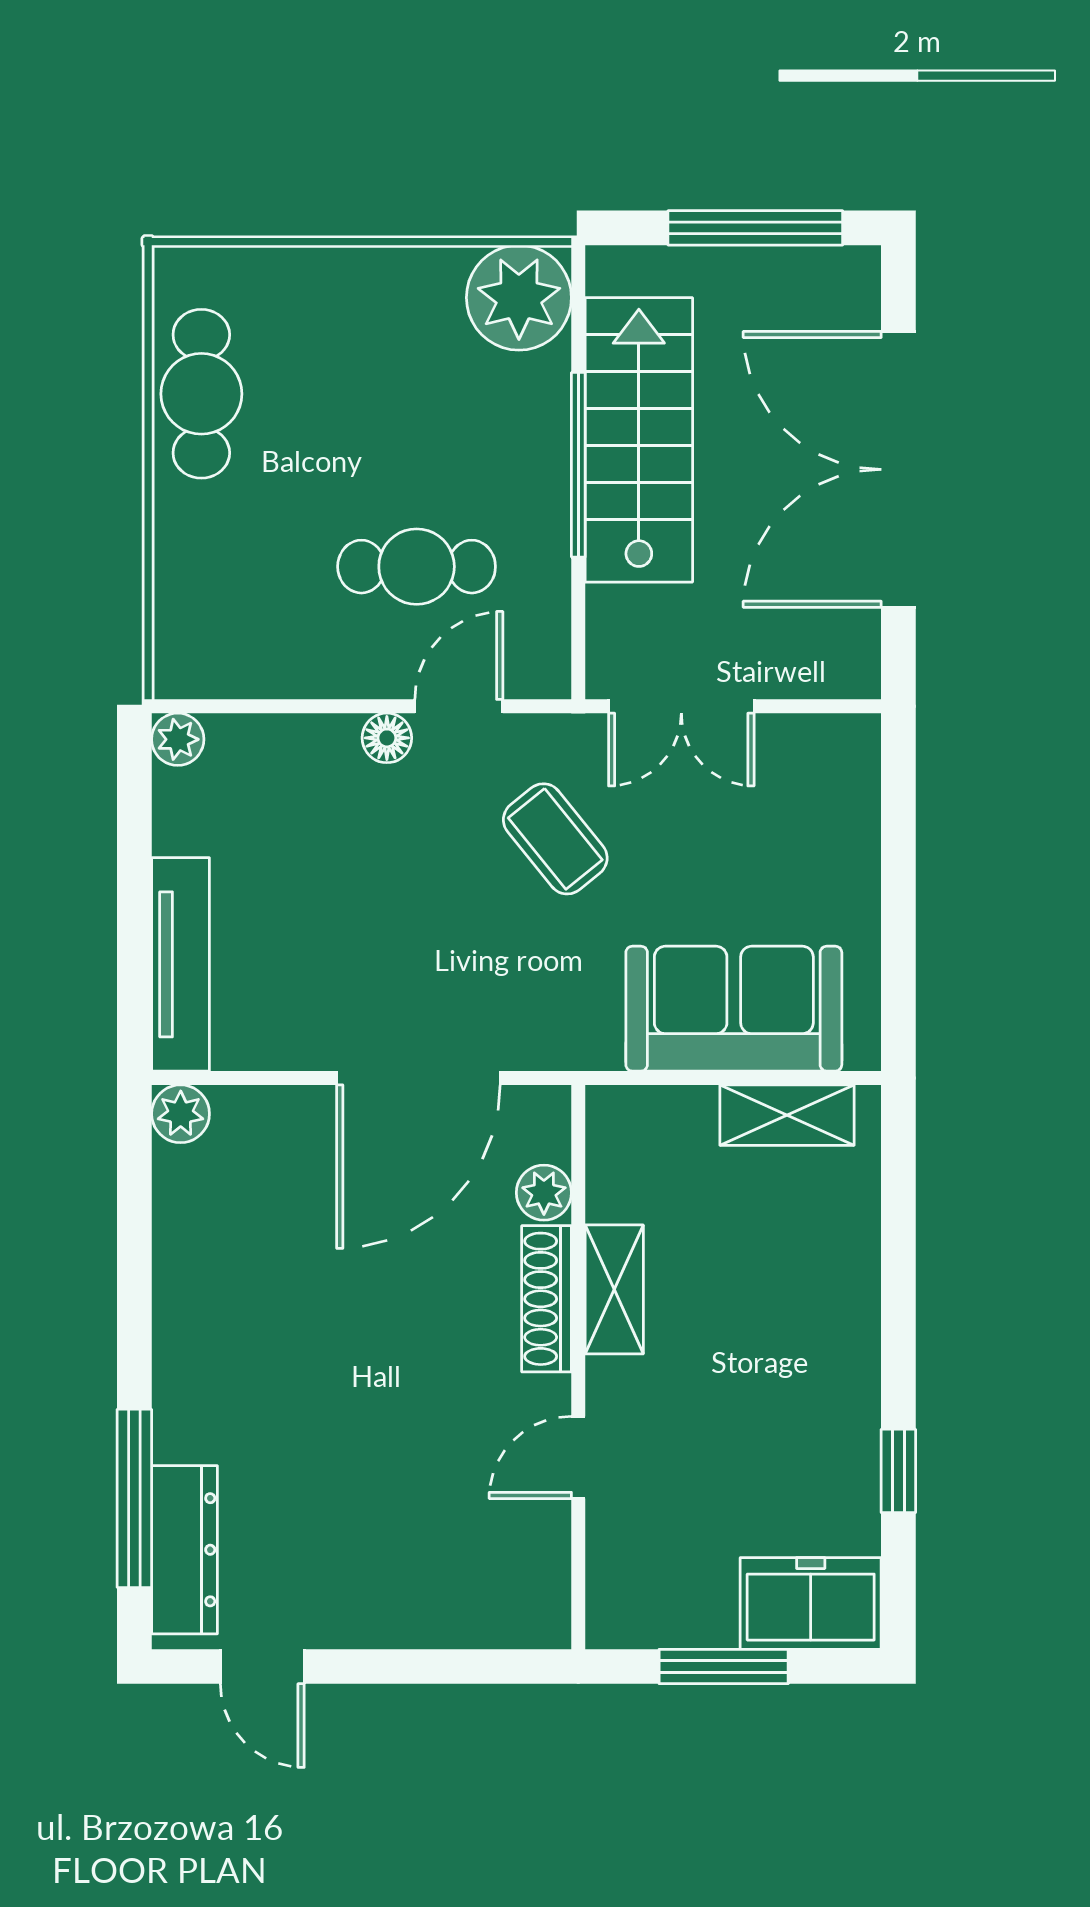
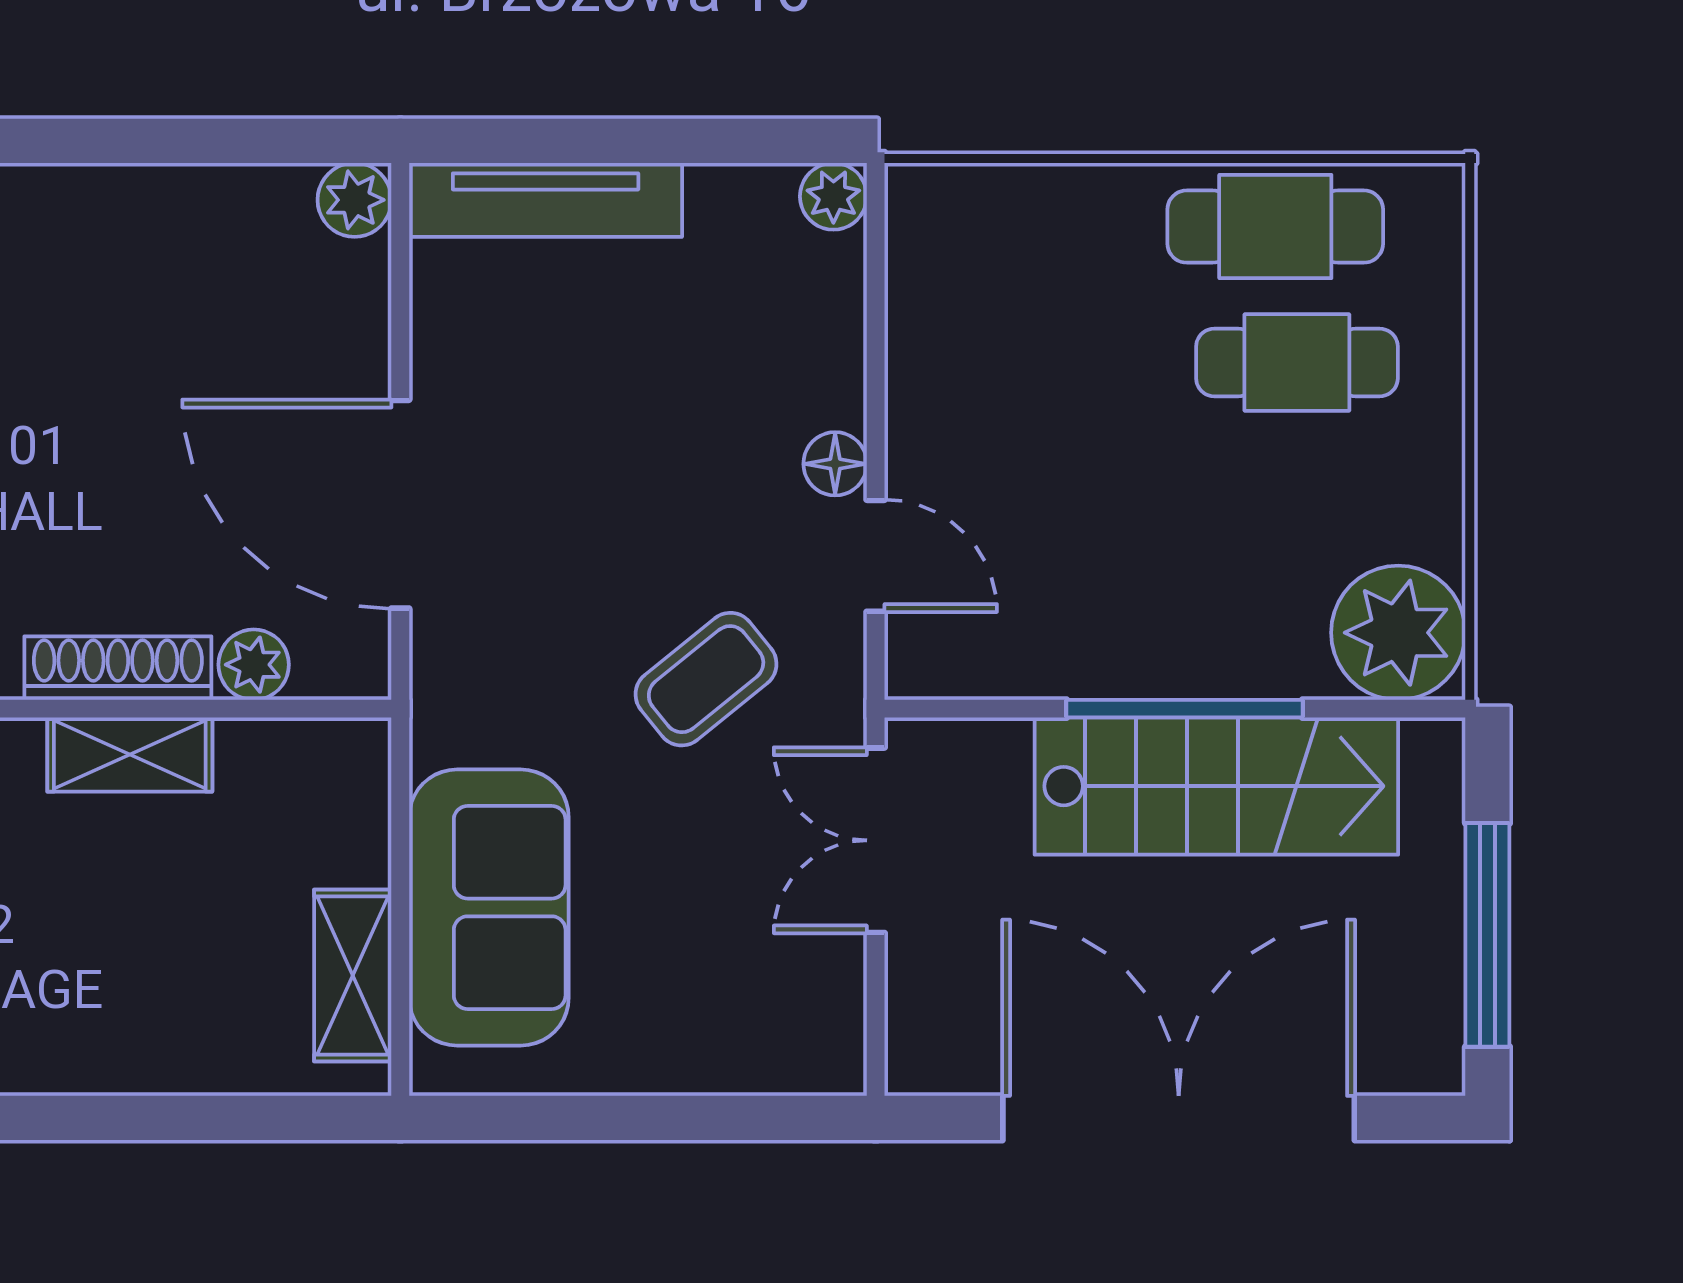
cafe table: (417, 567) -> (1297, 362), moved, turned 90

